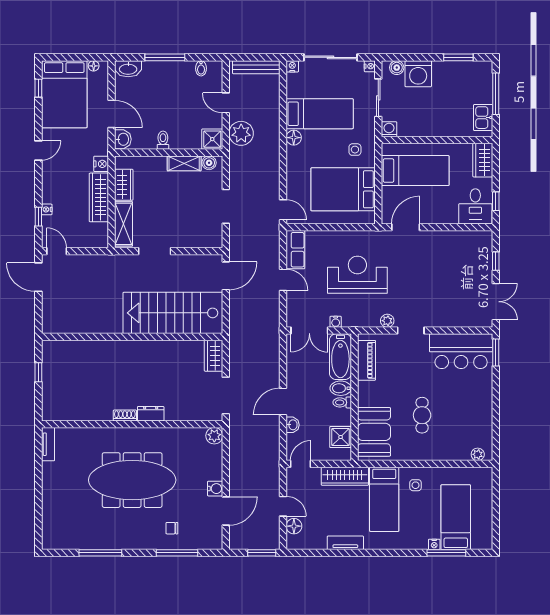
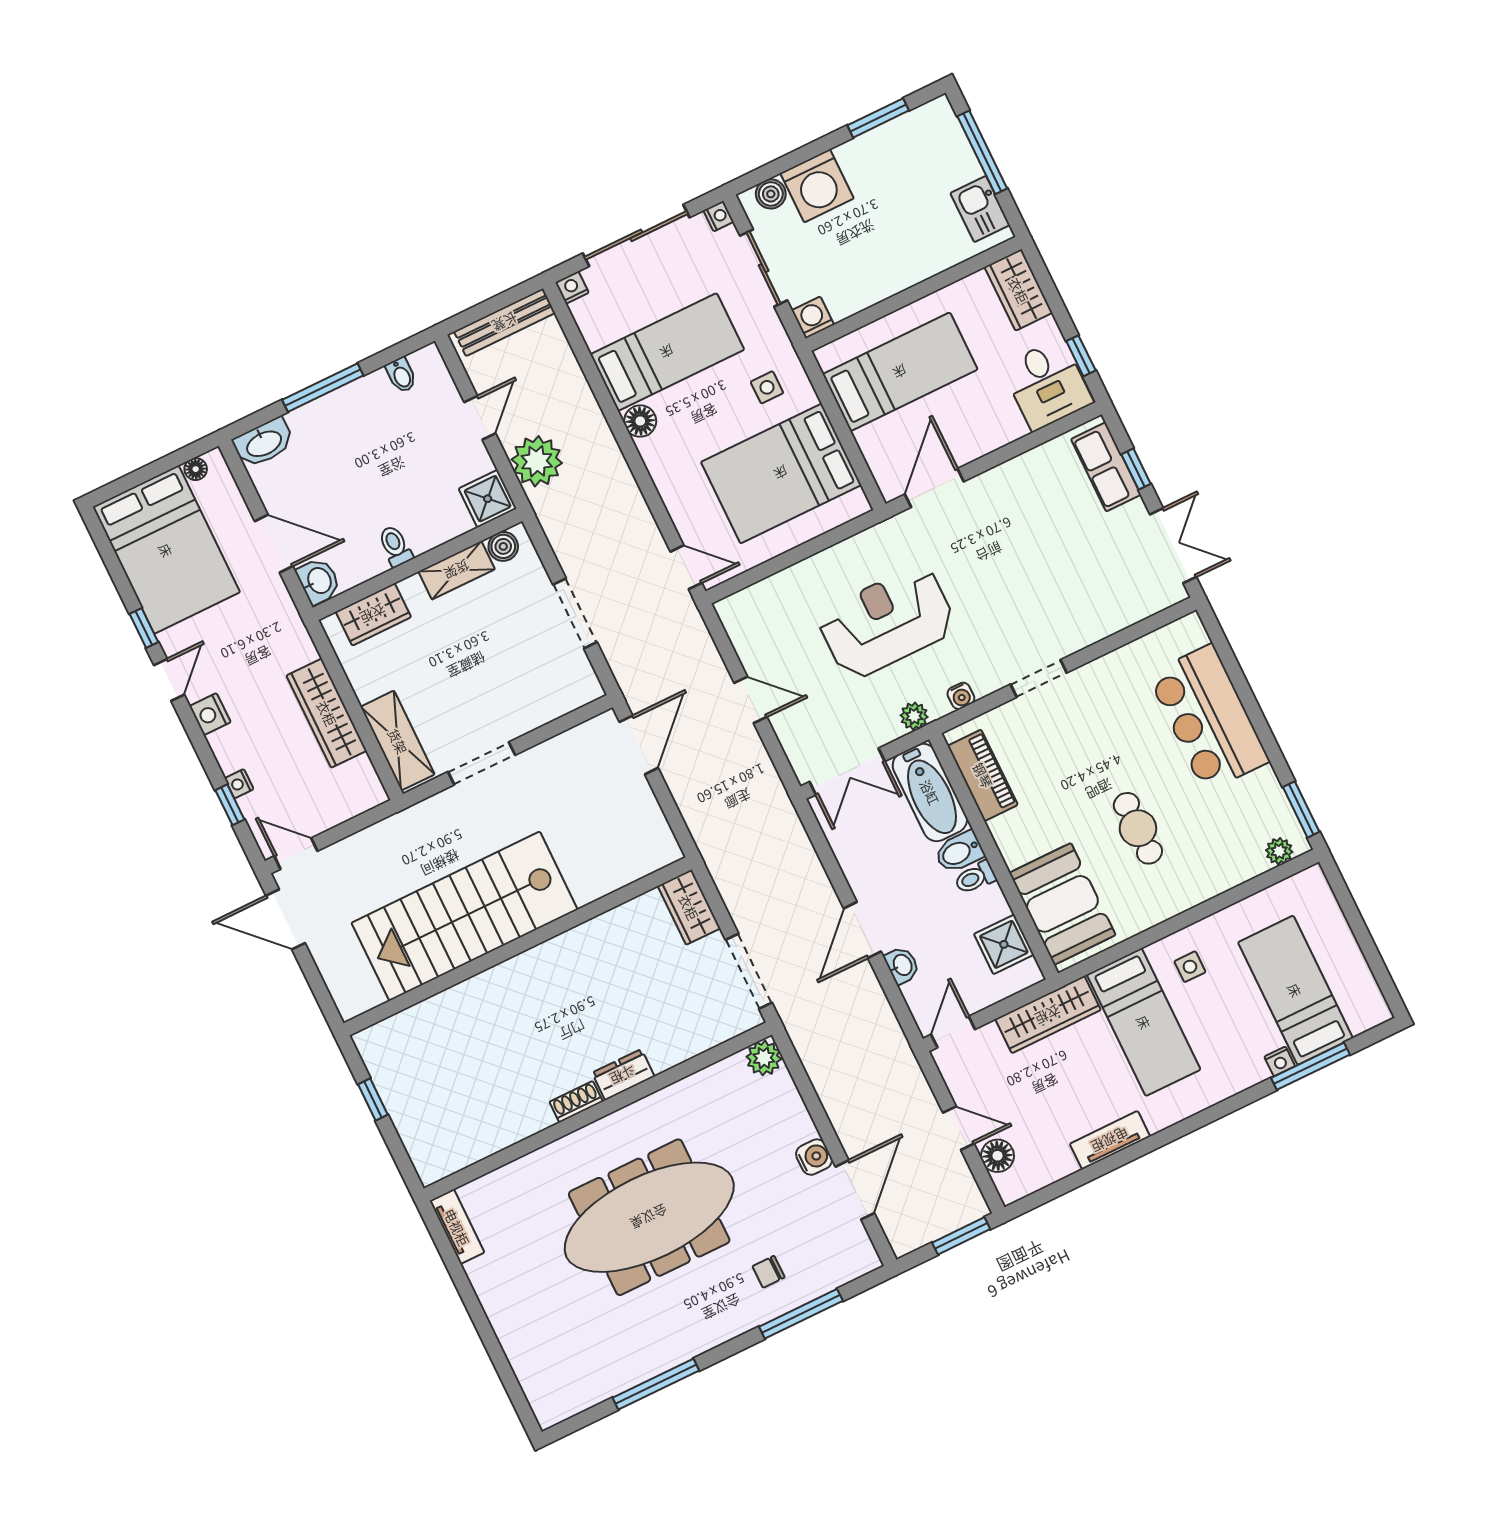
window: (38, 88) -> (144, 628), moved
door: (226, 103) -> (480, 418), swing flipped
nightstand: (101, 164) -> (210, 714), moved, turned 180
wardrobe: (124, 185) -> (373, 614), moved, turned 90
row of seats: (295, 250) -> (1106, 467), moved, turned 180
stairs: (173, 313) -> (465, 916), moved
plant: (387, 321) -> (914, 716), moved
water cooler: (336, 322) -> (961, 696), moved
bar counter: (461, 351) -> (1208, 718), moved, turned 90
window: (496, 353) -> (1301, 809), moved

